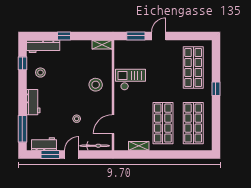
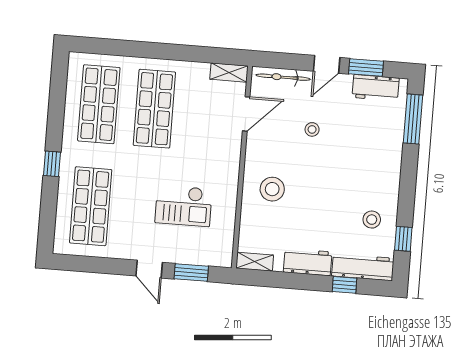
window: (64, 36) -> (344, 285), moved
door: (159, 36) -> (149, 269), hinge flipped
checkout: (130, 80) -> (183, 206), moved
workbench: (33, 102) -> (308, 262), moved, turned 90
shelving: (139, 146) -> (229, 73), moved

